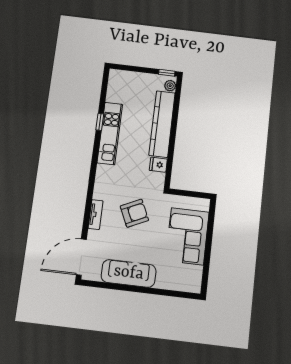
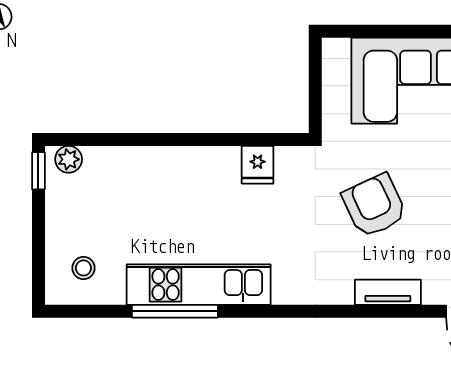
stool: (123, 86) -> (83, 268), added
window: (100, 122) -> (175, 311), width x2.17
kitchen counter: (162, 124) -> (162, 167), removed

